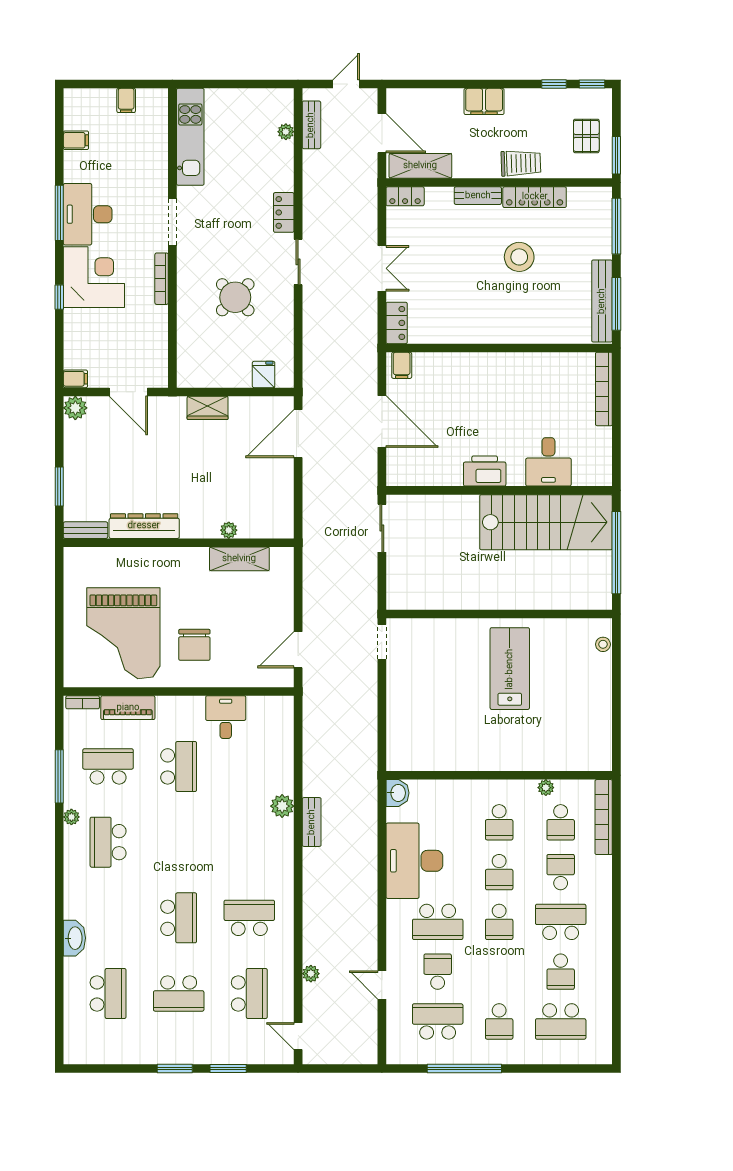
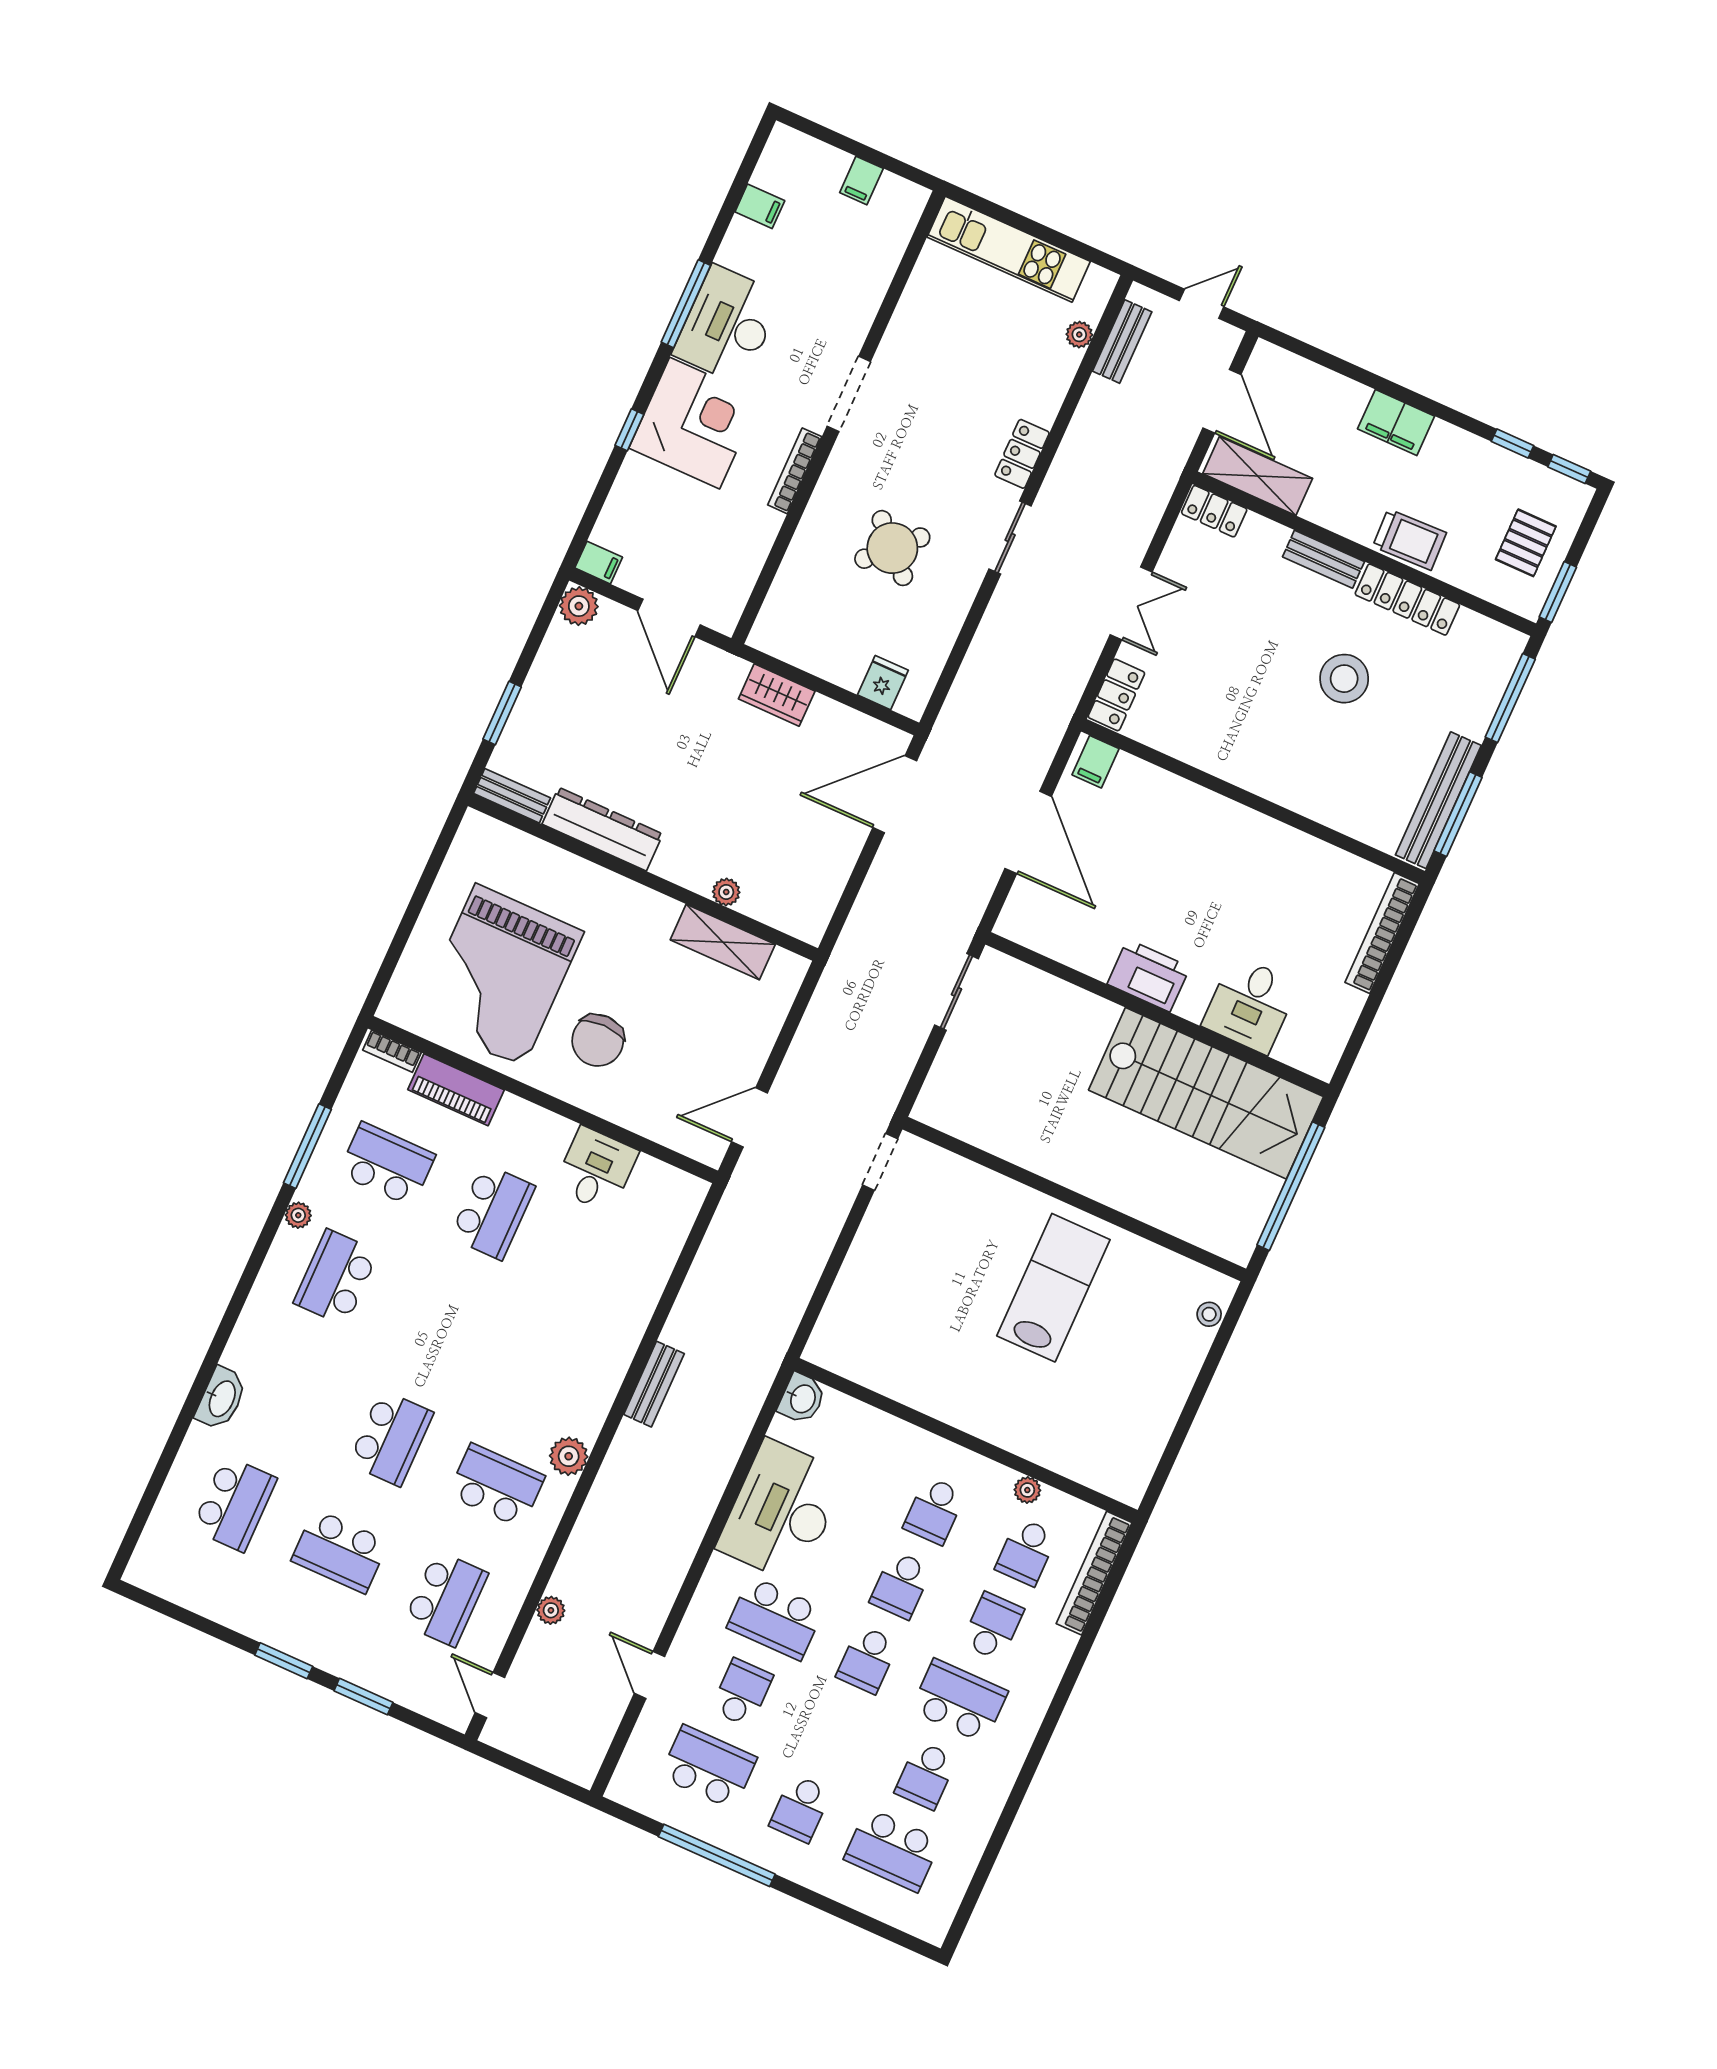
kitchen unit: (190, 137) -> (1009, 249), moved, turned 90
plant: (282, 806) -> (569, 1456), moved

